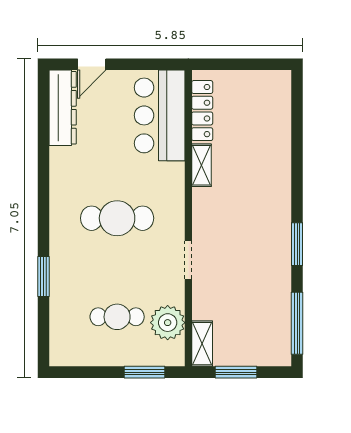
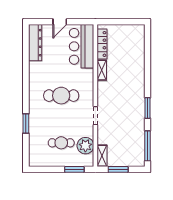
door: (92, 64) -> (60, 22), moved

